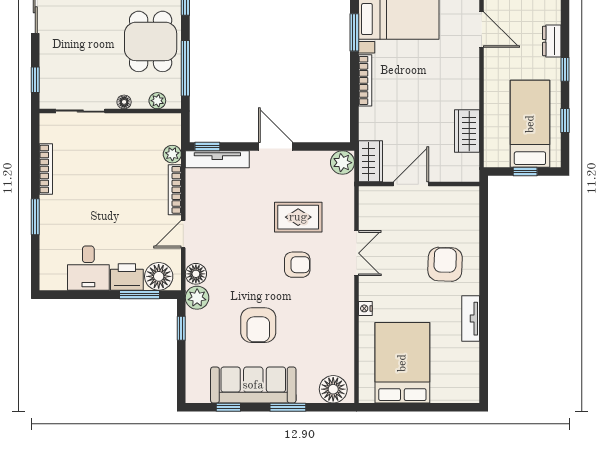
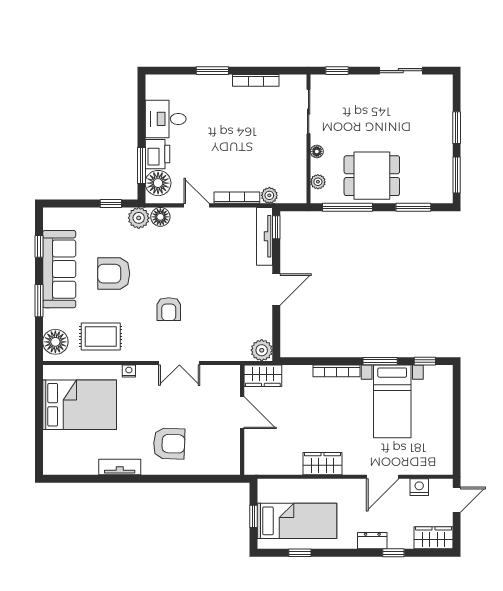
window: (565, 69) -> (393, 553), moved
wardrobe: (467, 131) -> (323, 464), moved
rug: (298, 217) -> (101, 336), moved, turned 90

